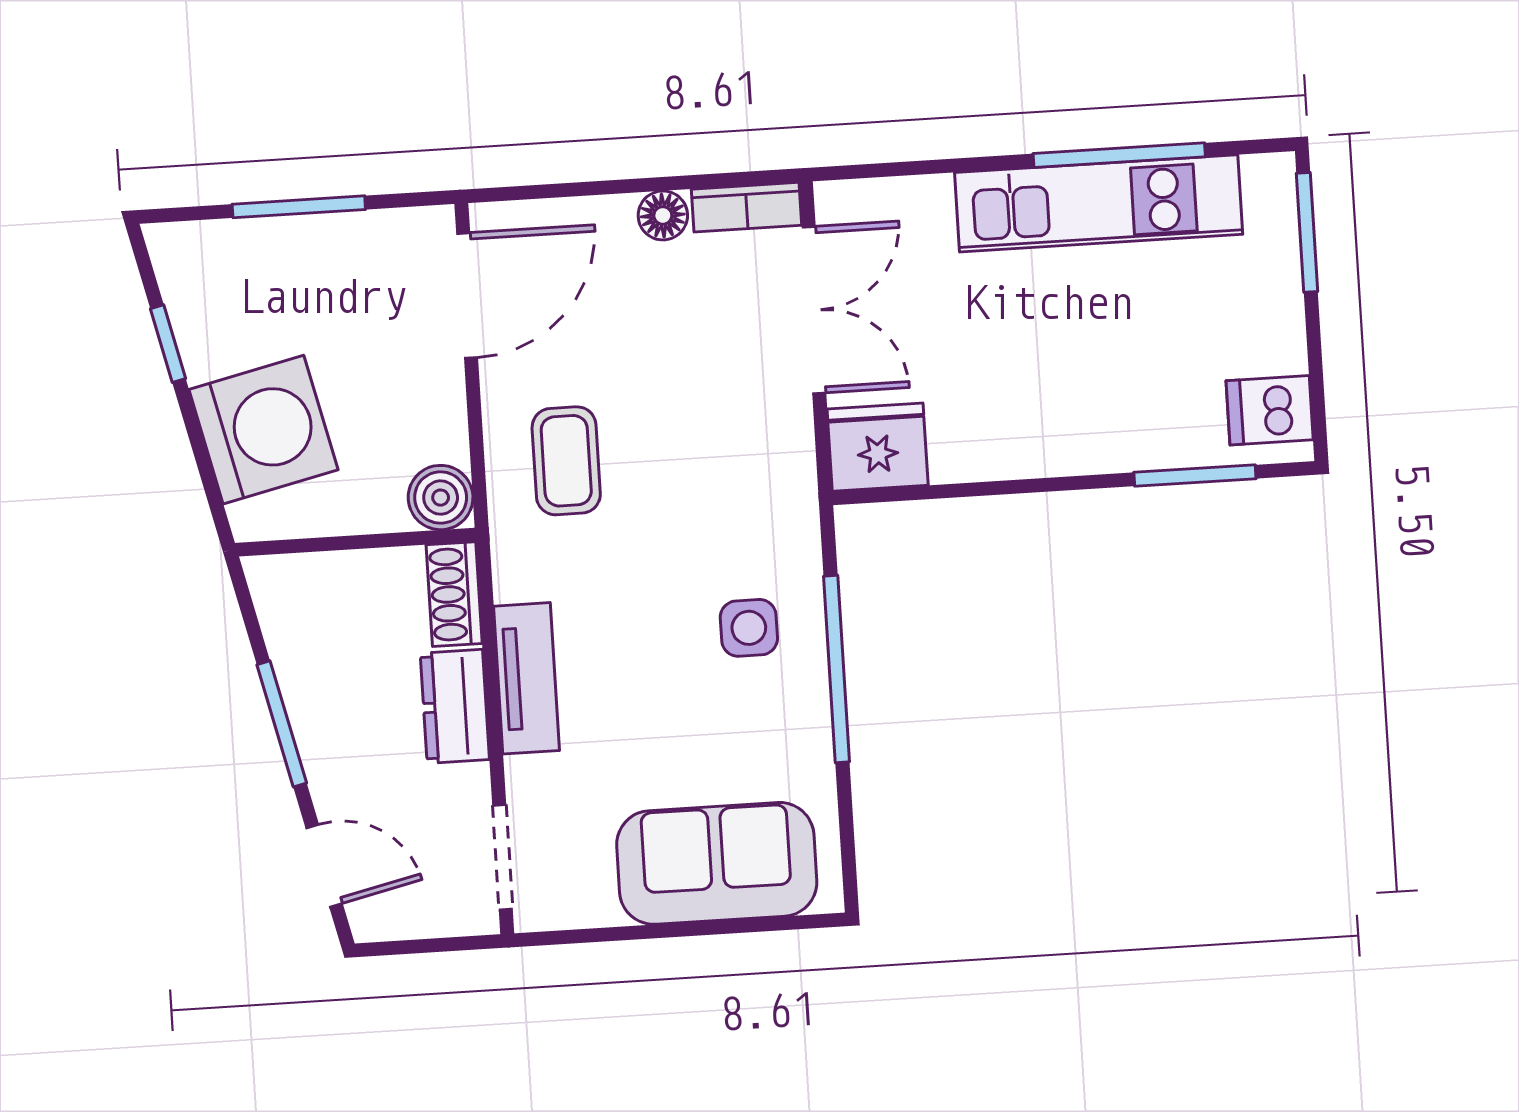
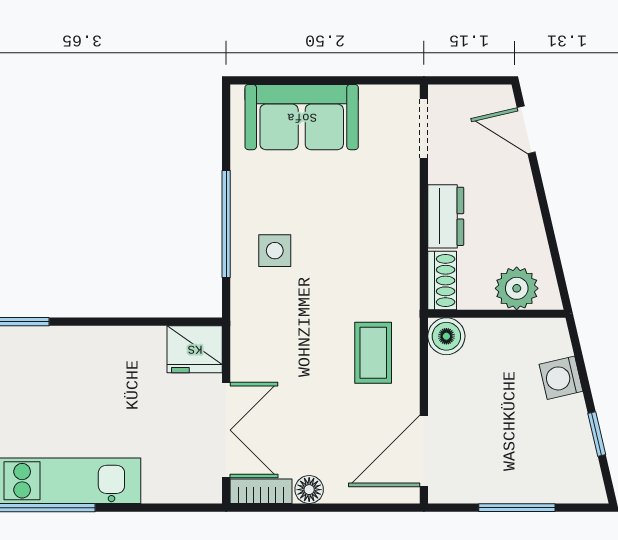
double door: (814, 310) -> (226, 430), swing flipped
washing machine: (263, 430) -> (561, 378), width x0.53, depth x0.53
plant: (323, 589) -> (517, 288), added
tv unit: (527, 678) -> (404, 230), removed
window: (282, 724) -> (545, 213), removed

